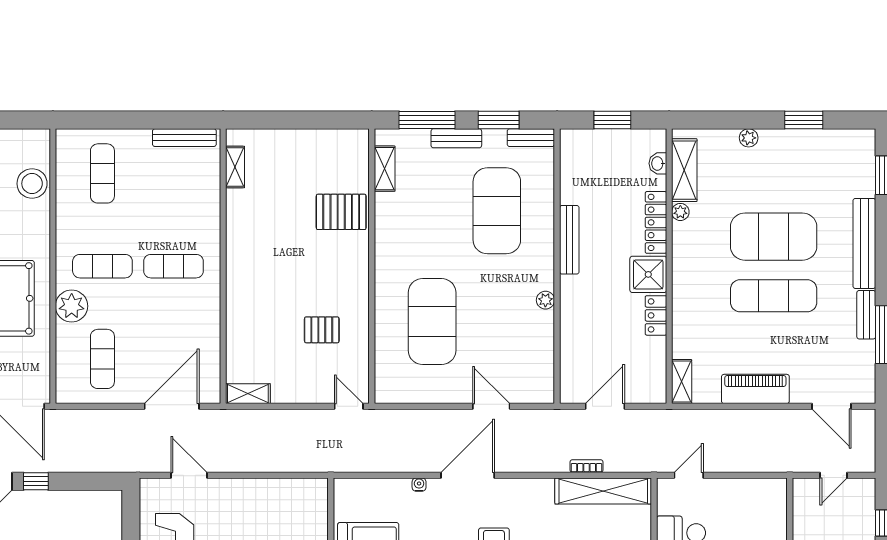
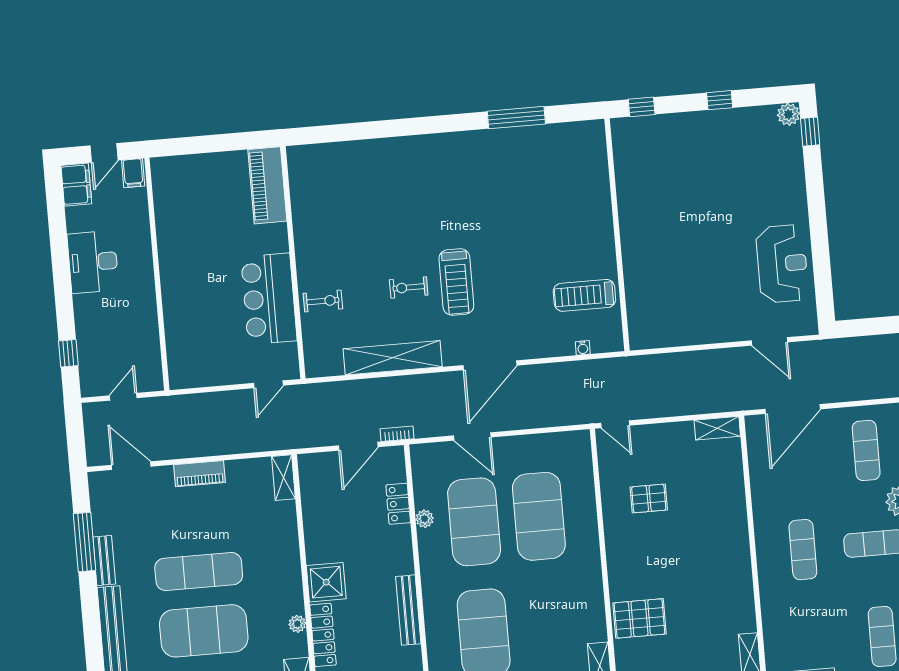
plant: (680, 212) -> (297, 624), moved
exercise mat: (174, 266) -> (803, 550), turned 90
plant: (545, 300) -> (425, 519), moved
locker: (656, 315) -> (398, 504), moved, turned 180
exercise mat: (497, 322) -> (474, 522), added
piano: (755, 389) -> (200, 474), width x0.73, depth x0.75
bookcase: (586, 466) -> (397, 434), moved, turned 180
water cooler: (419, 485) -> (583, 348), moved
shelving: (603, 491) -> (393, 358), moved

